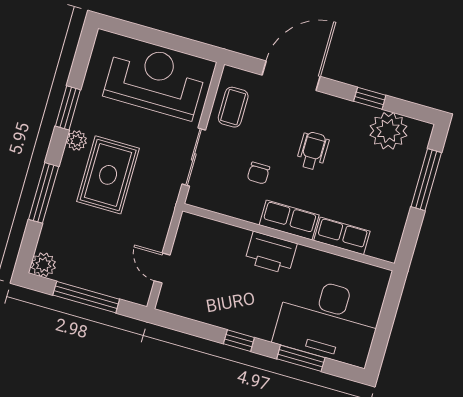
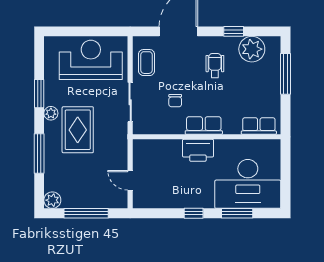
wheelchair: (313, 151) -> (215, 65), moved
row of seats: (342, 236) -> (259, 126), moved

